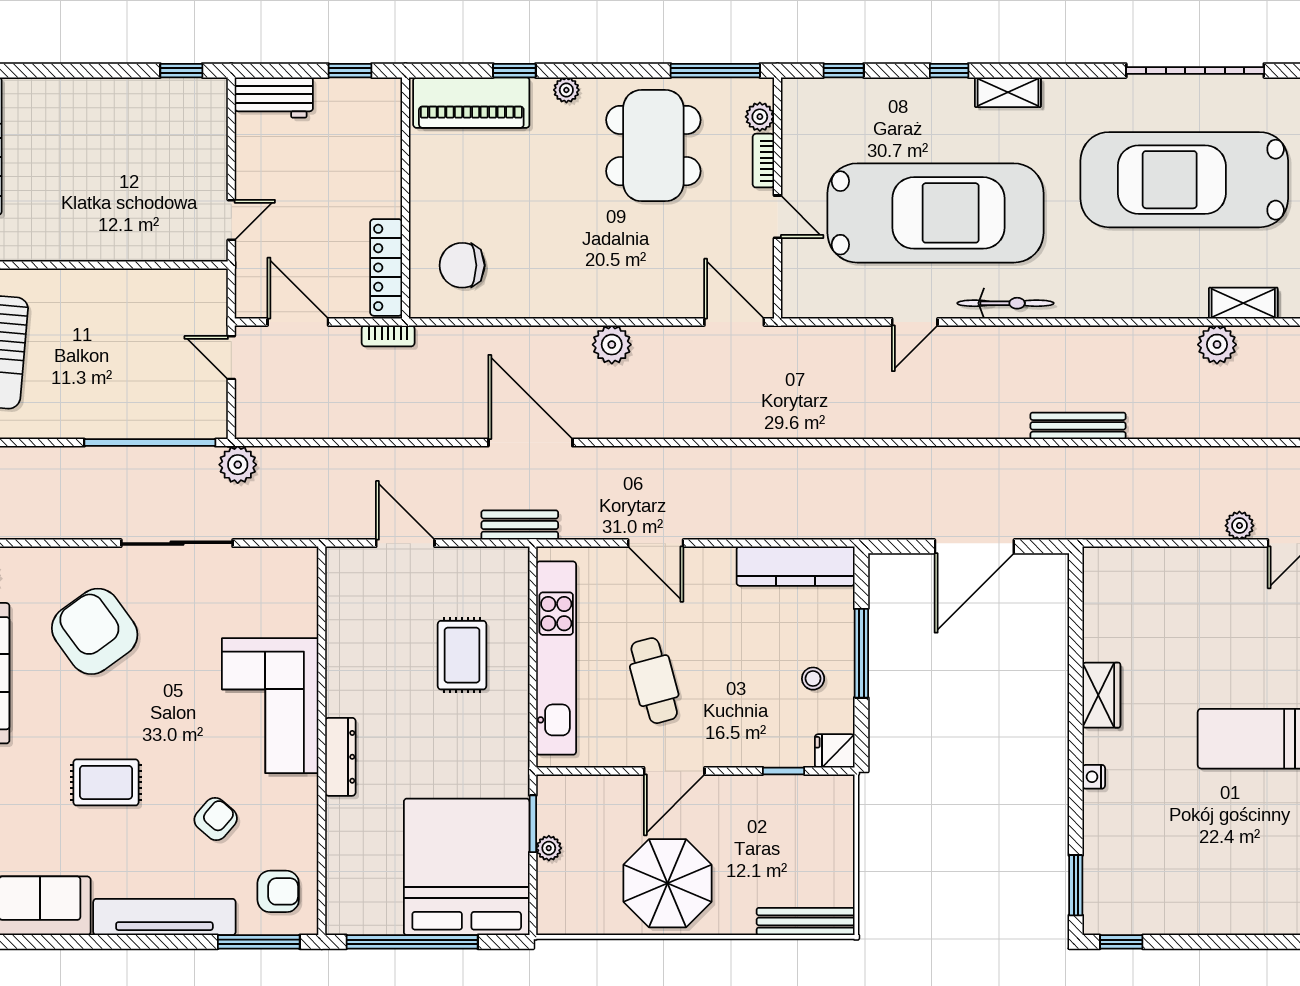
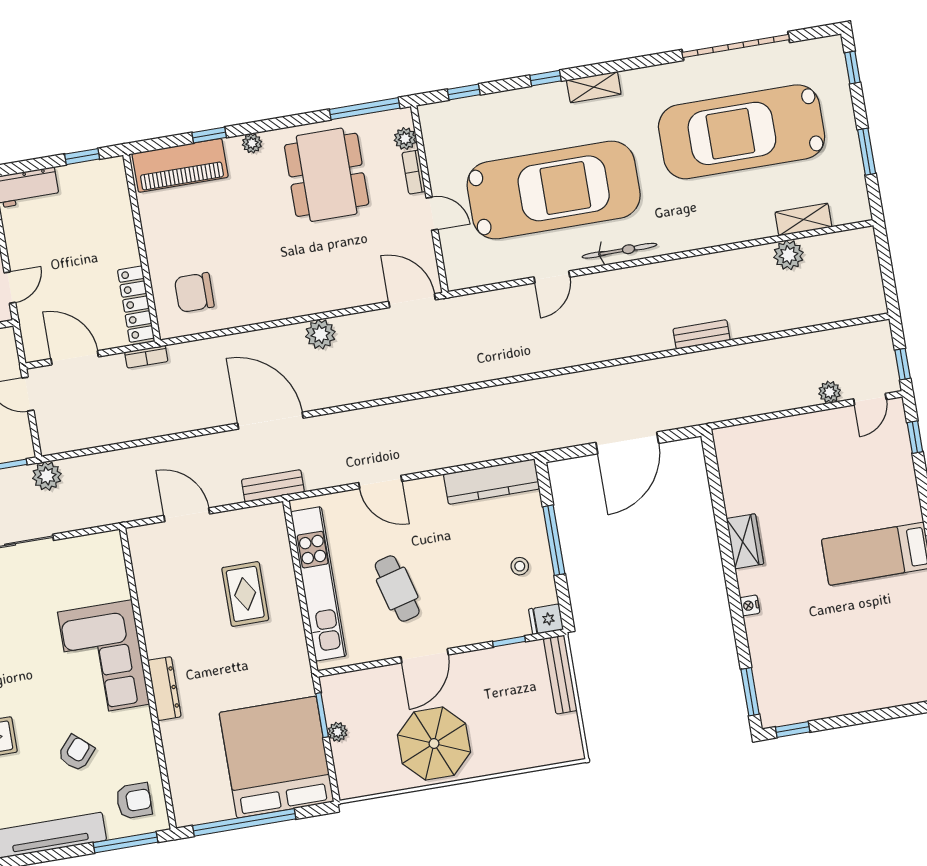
bench: (1078, 426) -> (701, 334), width x0.73
bench: (806, 921) -> (560, 674), moved, turned 90

